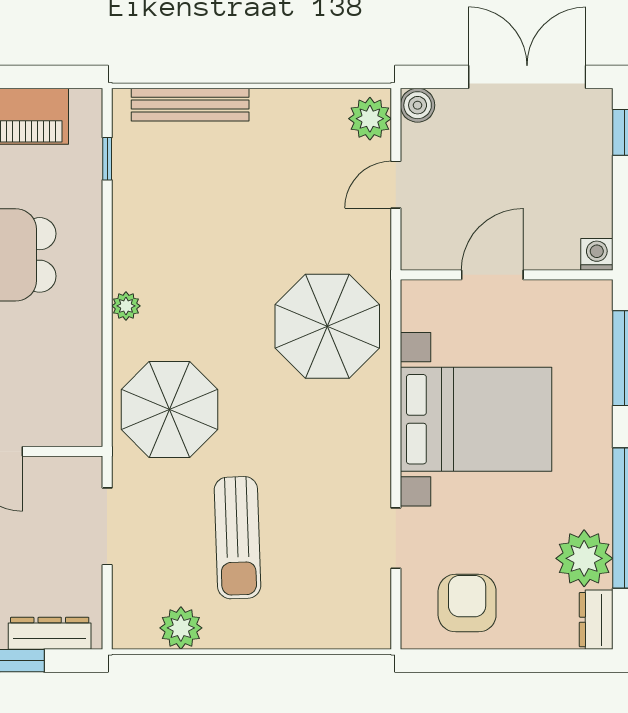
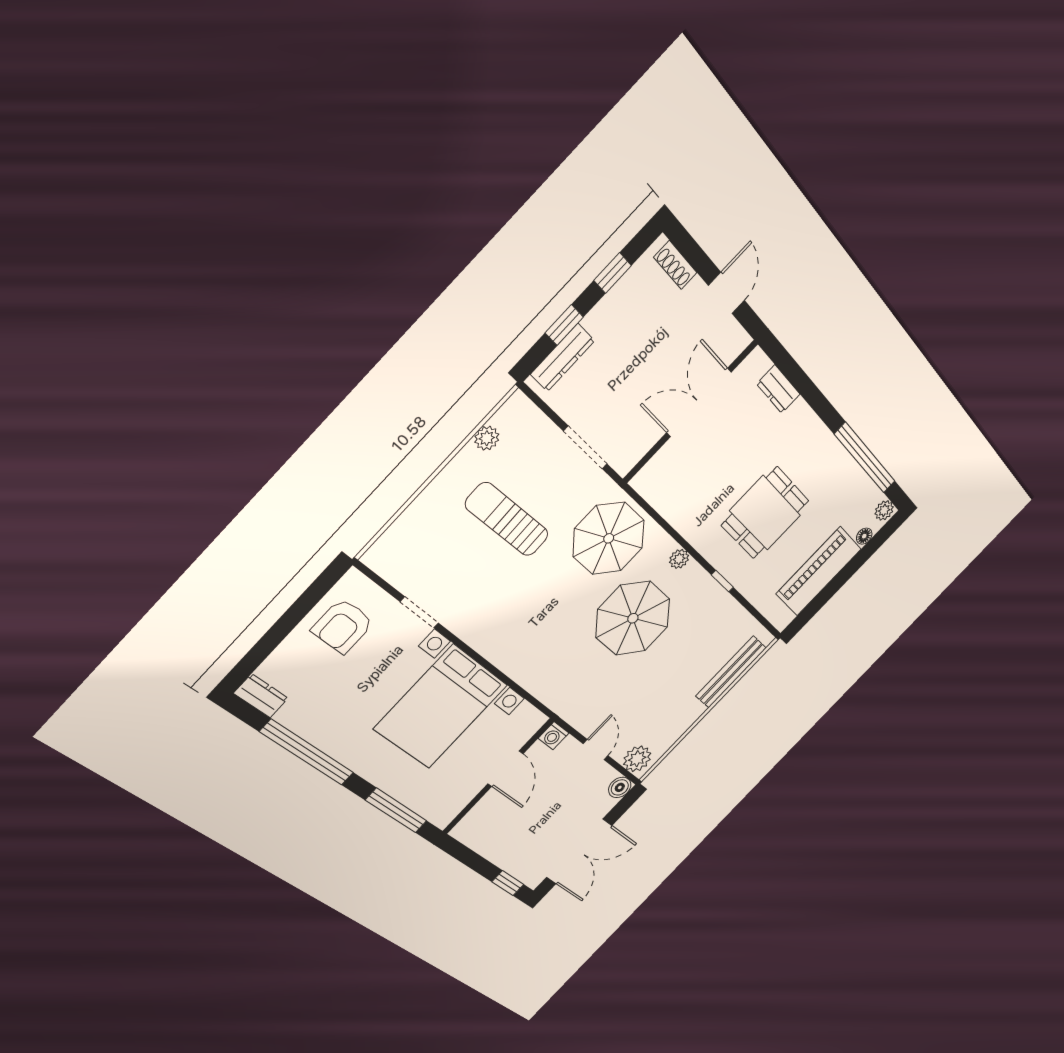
window: (107, 159) -> (722, 581), moved
washing machine: (597, 254) -> (554, 736), moved, turned 90
parasol: (327, 326) -> (633, 618), moved
plant: (584, 558) -> (305, 714), removed
armchair: (467, 603) -> (343, 626), turned 90
plant: (181, 628) -> (487, 438), width x0.73, depth x0.73

